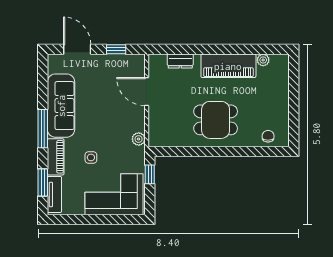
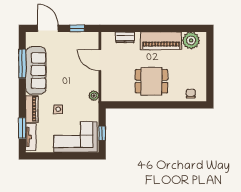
plant: (263, 60) -> (191, 40), width x1.88, depth x1.88
window: (43, 129) -> (22, 64), moved
window: (150, 174) -> (102, 133), moved

